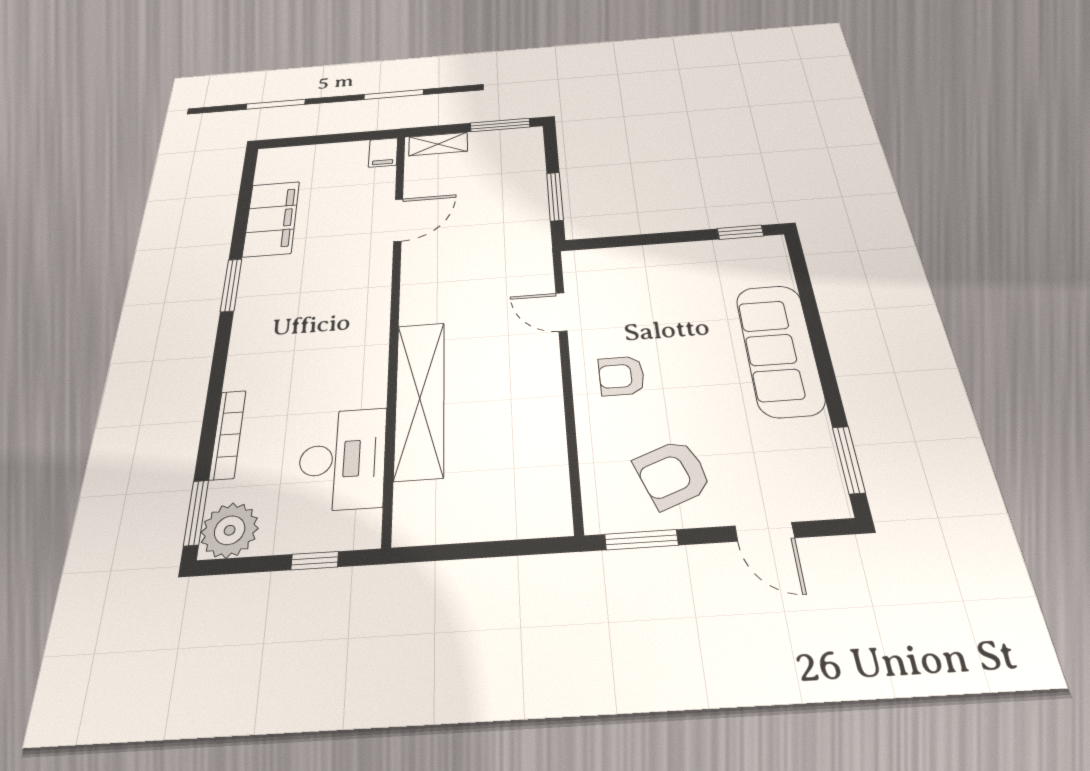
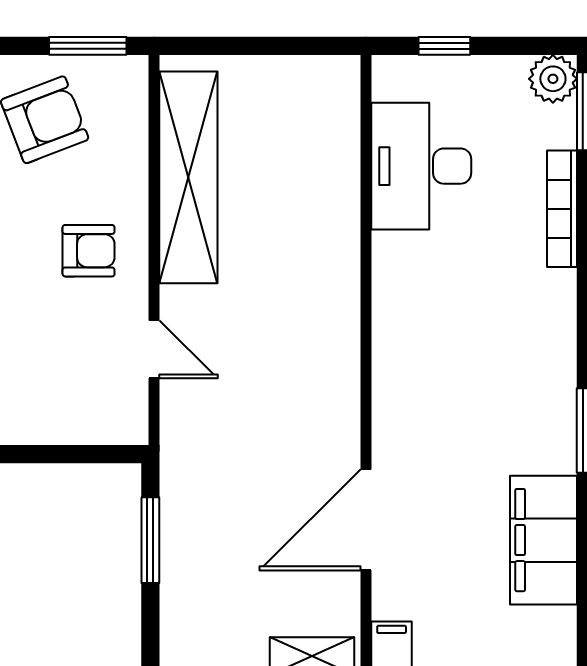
door: (398, 220) -> (366, 520), width x1.36
shelving: (420, 399) -> (188, 177), moved
plant: (230, 530) -> (553, 79), width x0.73, depth x0.73

